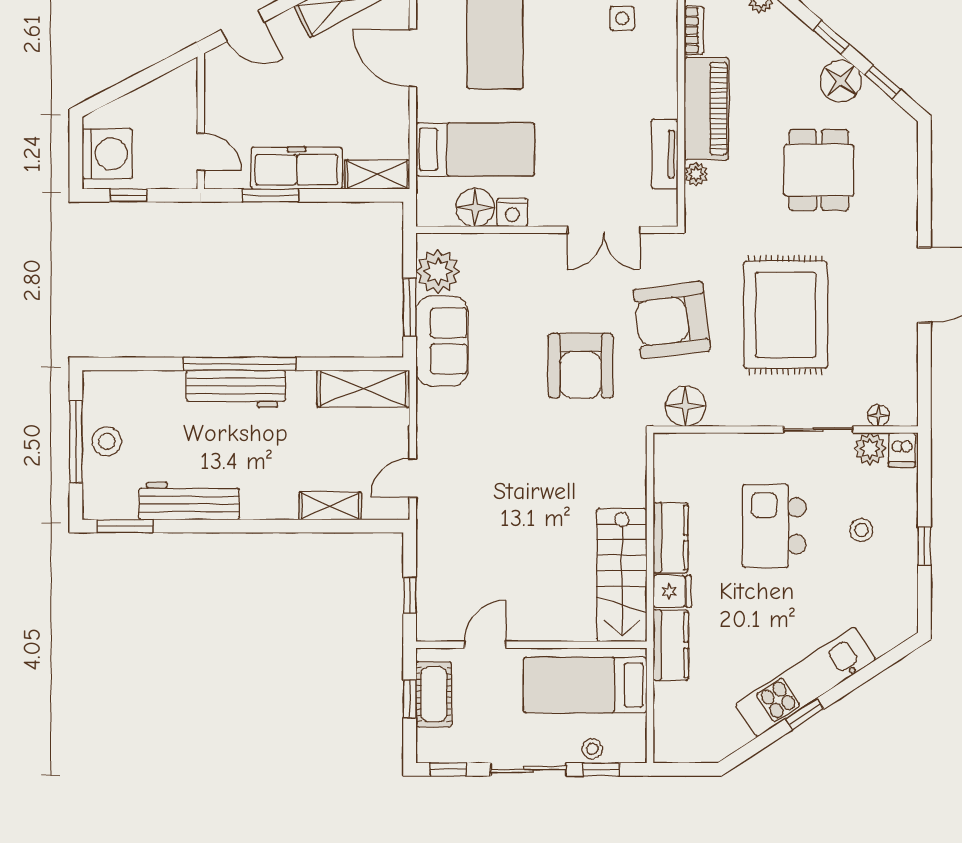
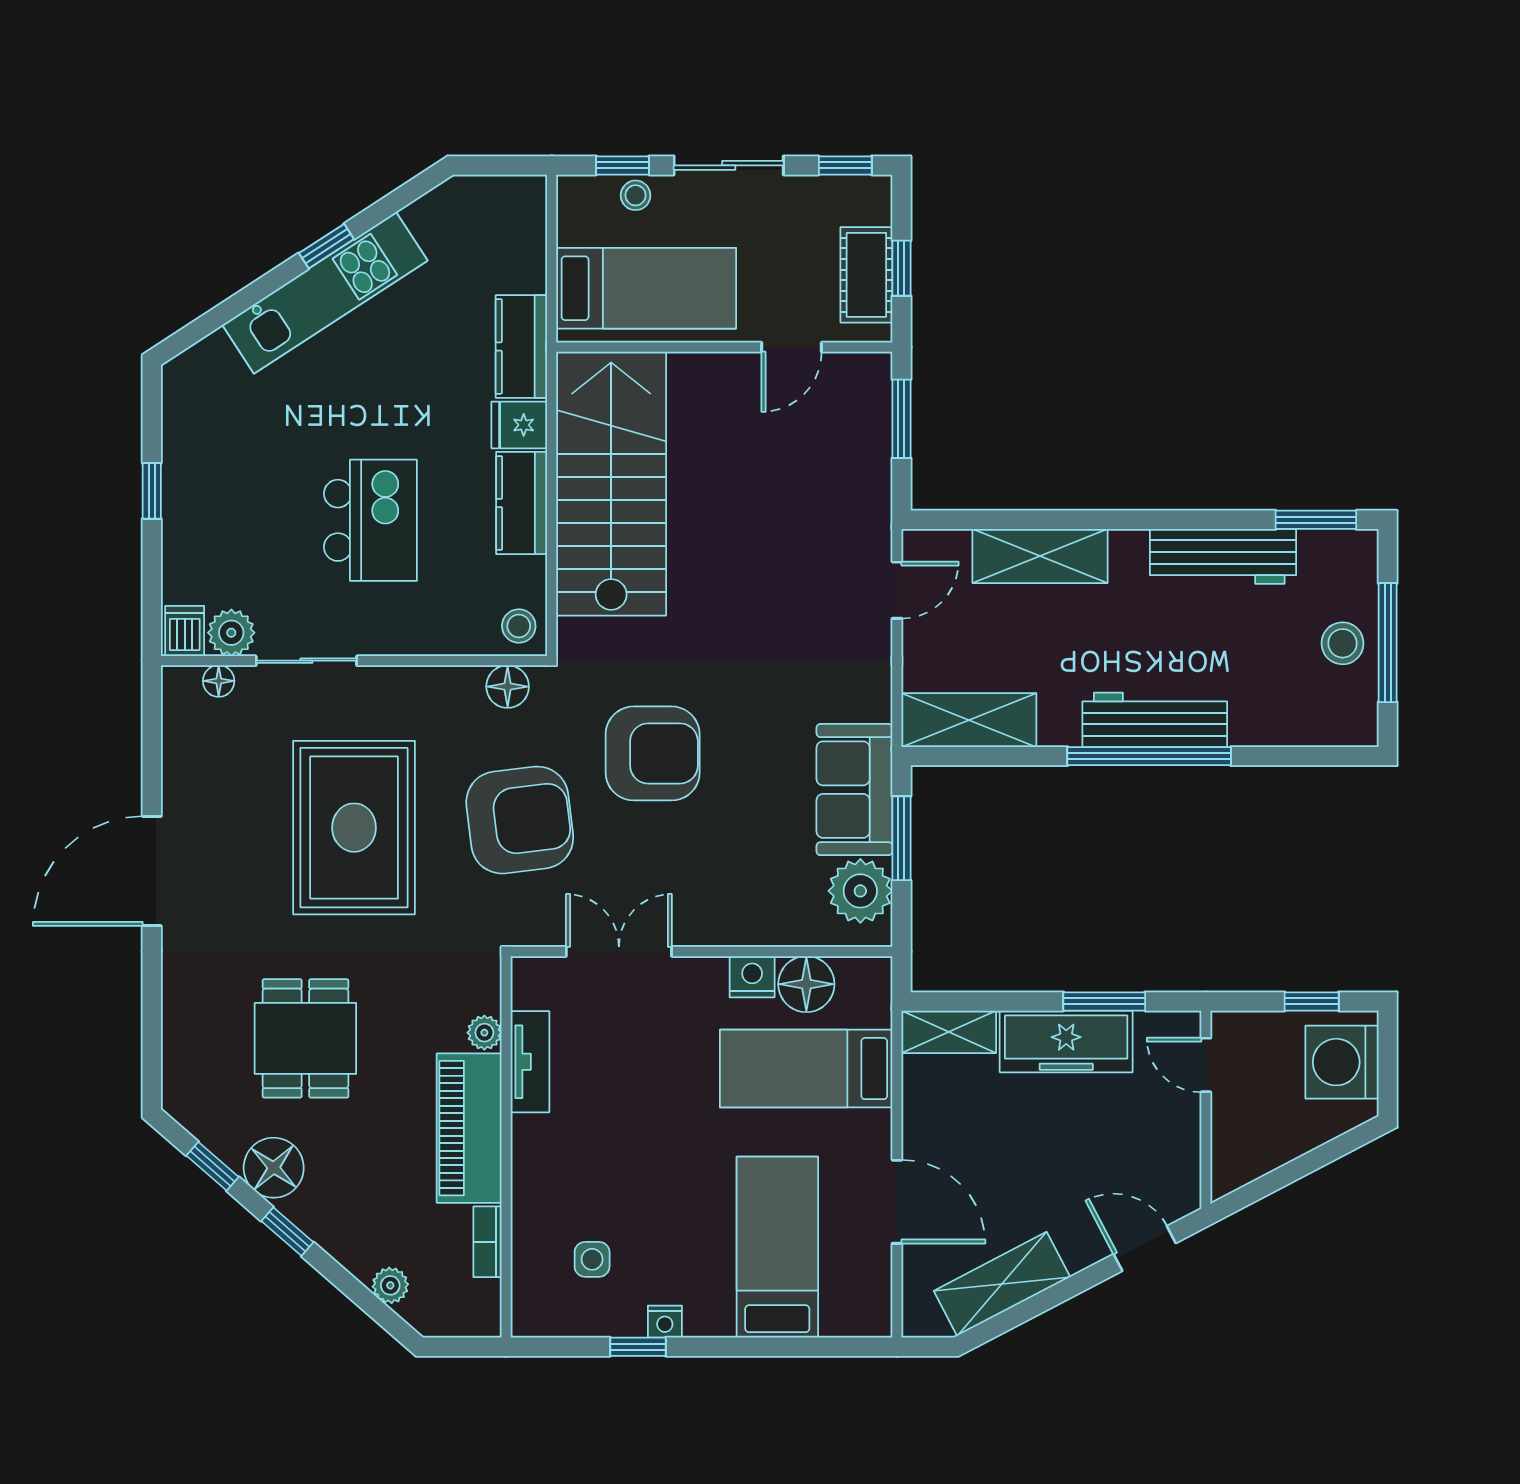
armchair: (581, 366) -> (653, 753), turned 90
floor lamp: (686, 406) -> (508, 687), width x0.73, depth x0.73
shelving: (330, 506) -> (1040, 556), width x1.50, depth x1.33
stool: (861, 530) -> (519, 626), moved
stairs: (622, 575) -> (611, 484), width x1.36, depth x1.51
window: (410, 595) -> (901, 419), width x1.50

